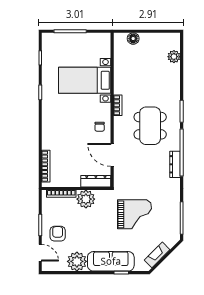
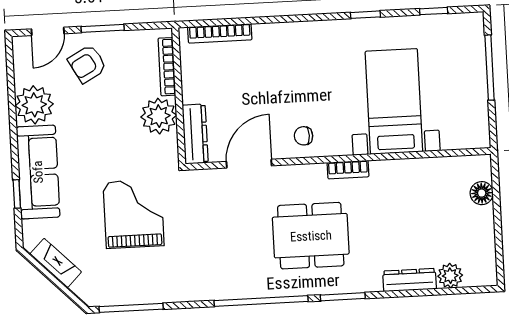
dresser: (175, 164) -> (410, 280), moved
grand piano: (134, 214) -> (134, 214), turned 180
armchair: (58, 234) -> (87, 64), turned 151

